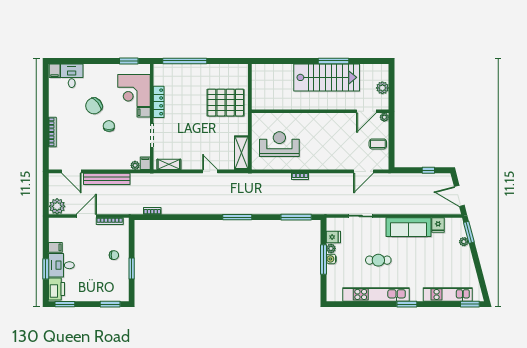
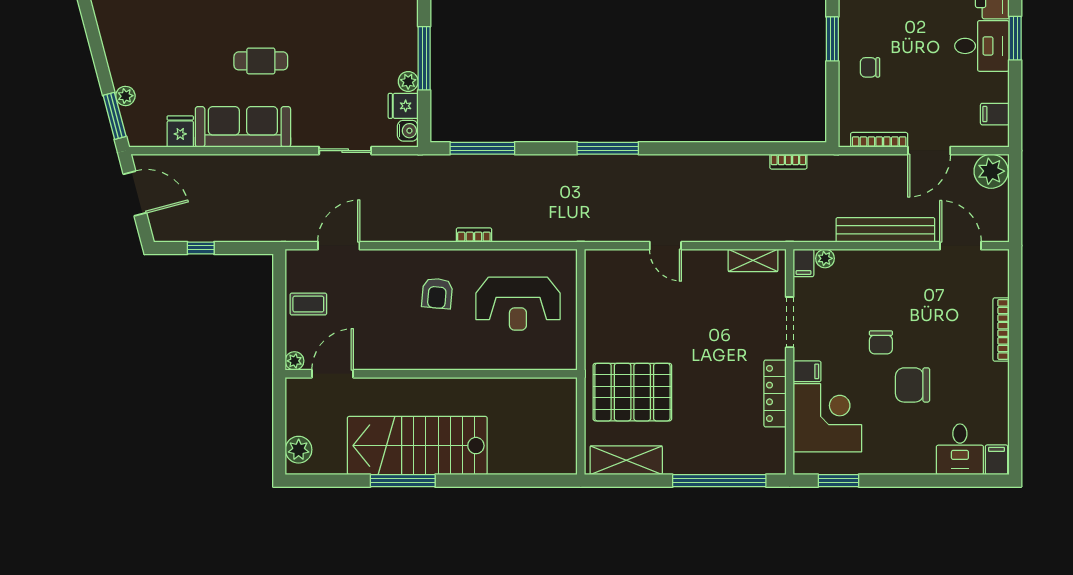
plant: (382, 88) -> (299, 450), moved
chair: (94, 106) -> (913, 385), turned -141
armchair: (317, 149) -> (437, 293), added
shelving: (241, 153) -> (626, 460), moved, turned 90
filing cabinet: (55, 247) -> (995, 114), moved
water cooler: (331, 259) -> (408, 131), moved
cafe table: (378, 260) -> (261, 61), moved

